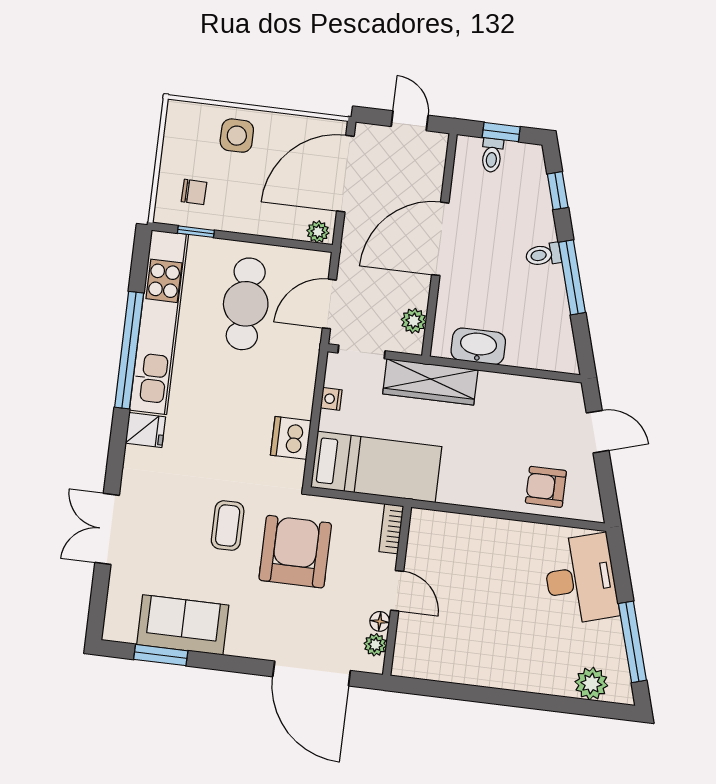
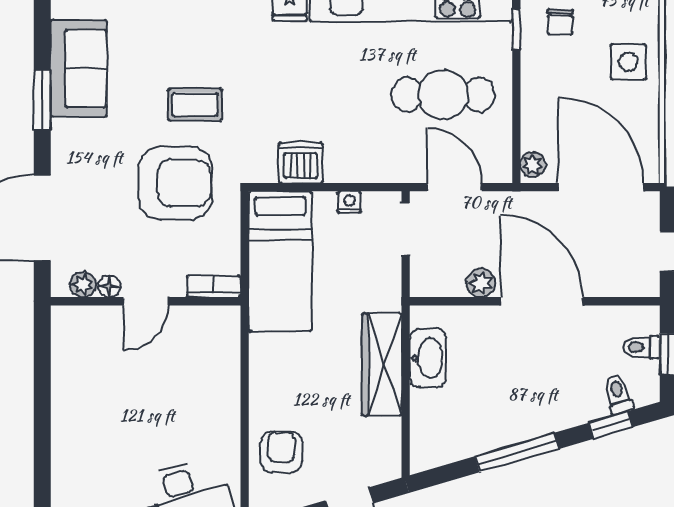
toilet: (543, 255) -> (618, 394), moved
plant: (414, 321) -> (481, 283), moved
wardrobe: (430, 382) -> (382, 364), moved
window: (161, 655) -> (42, 100), moved

